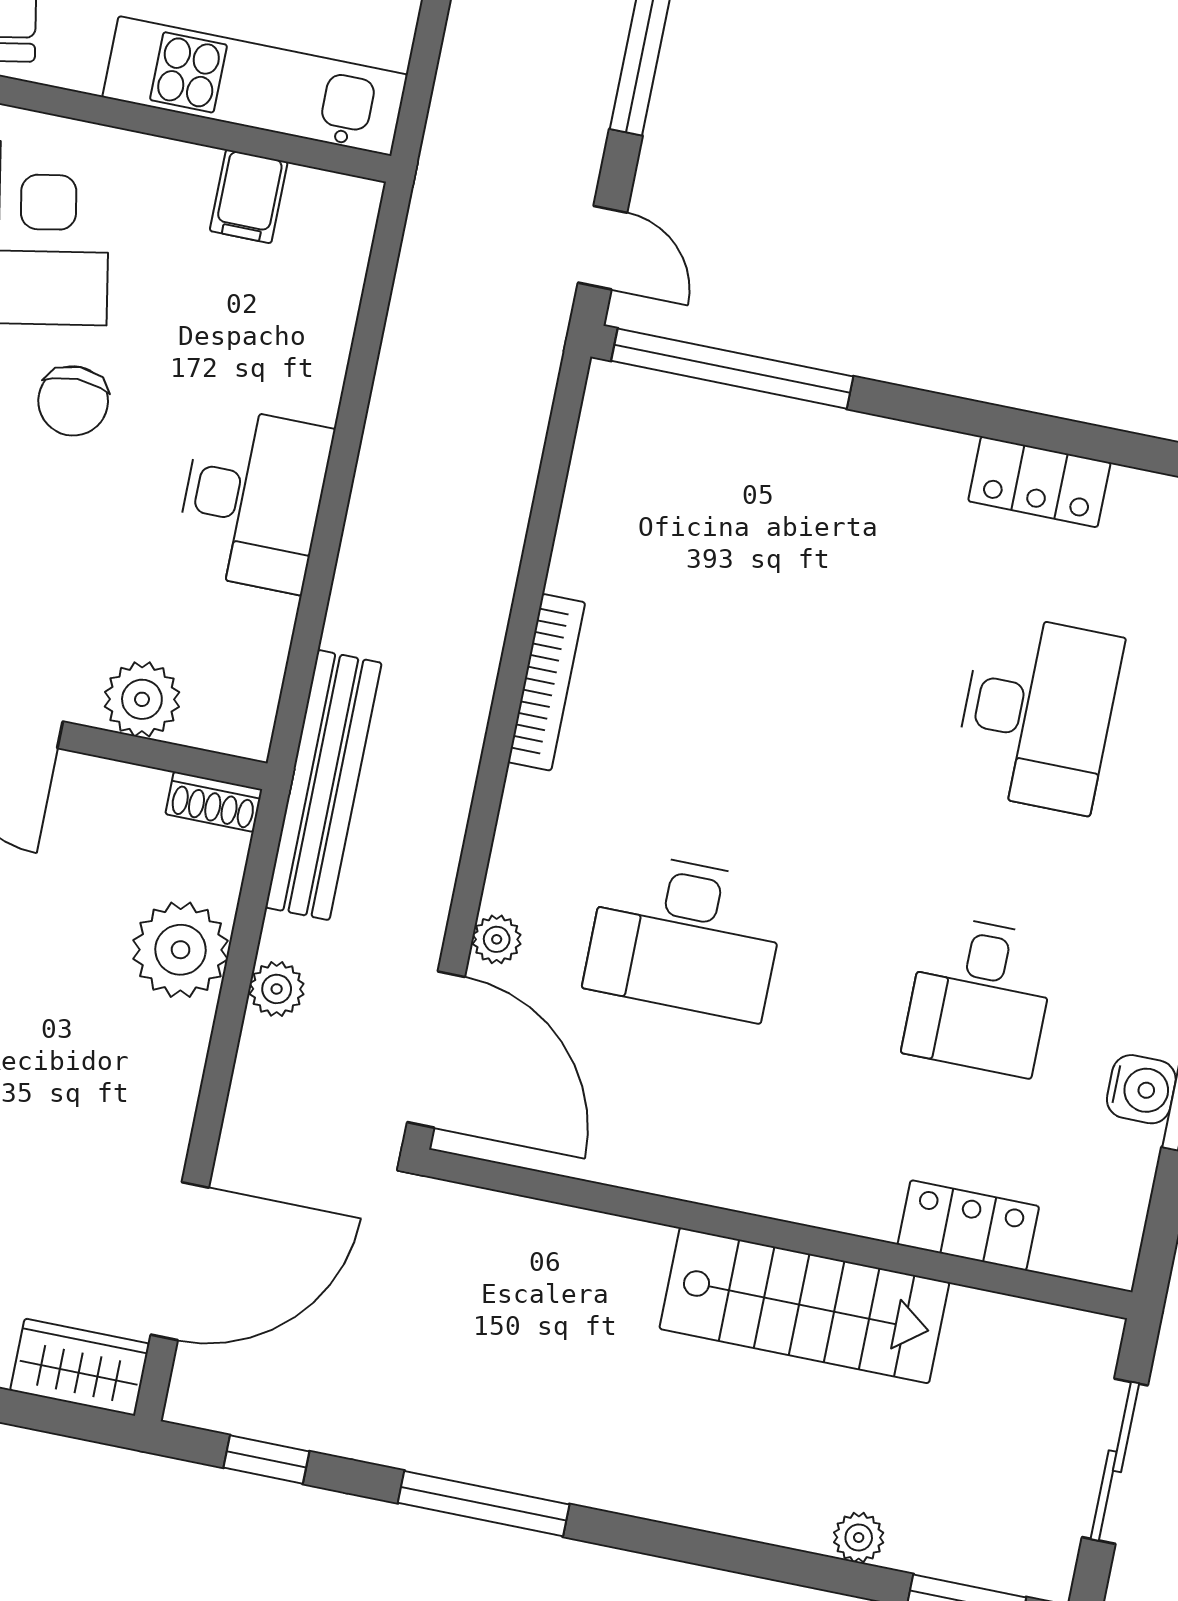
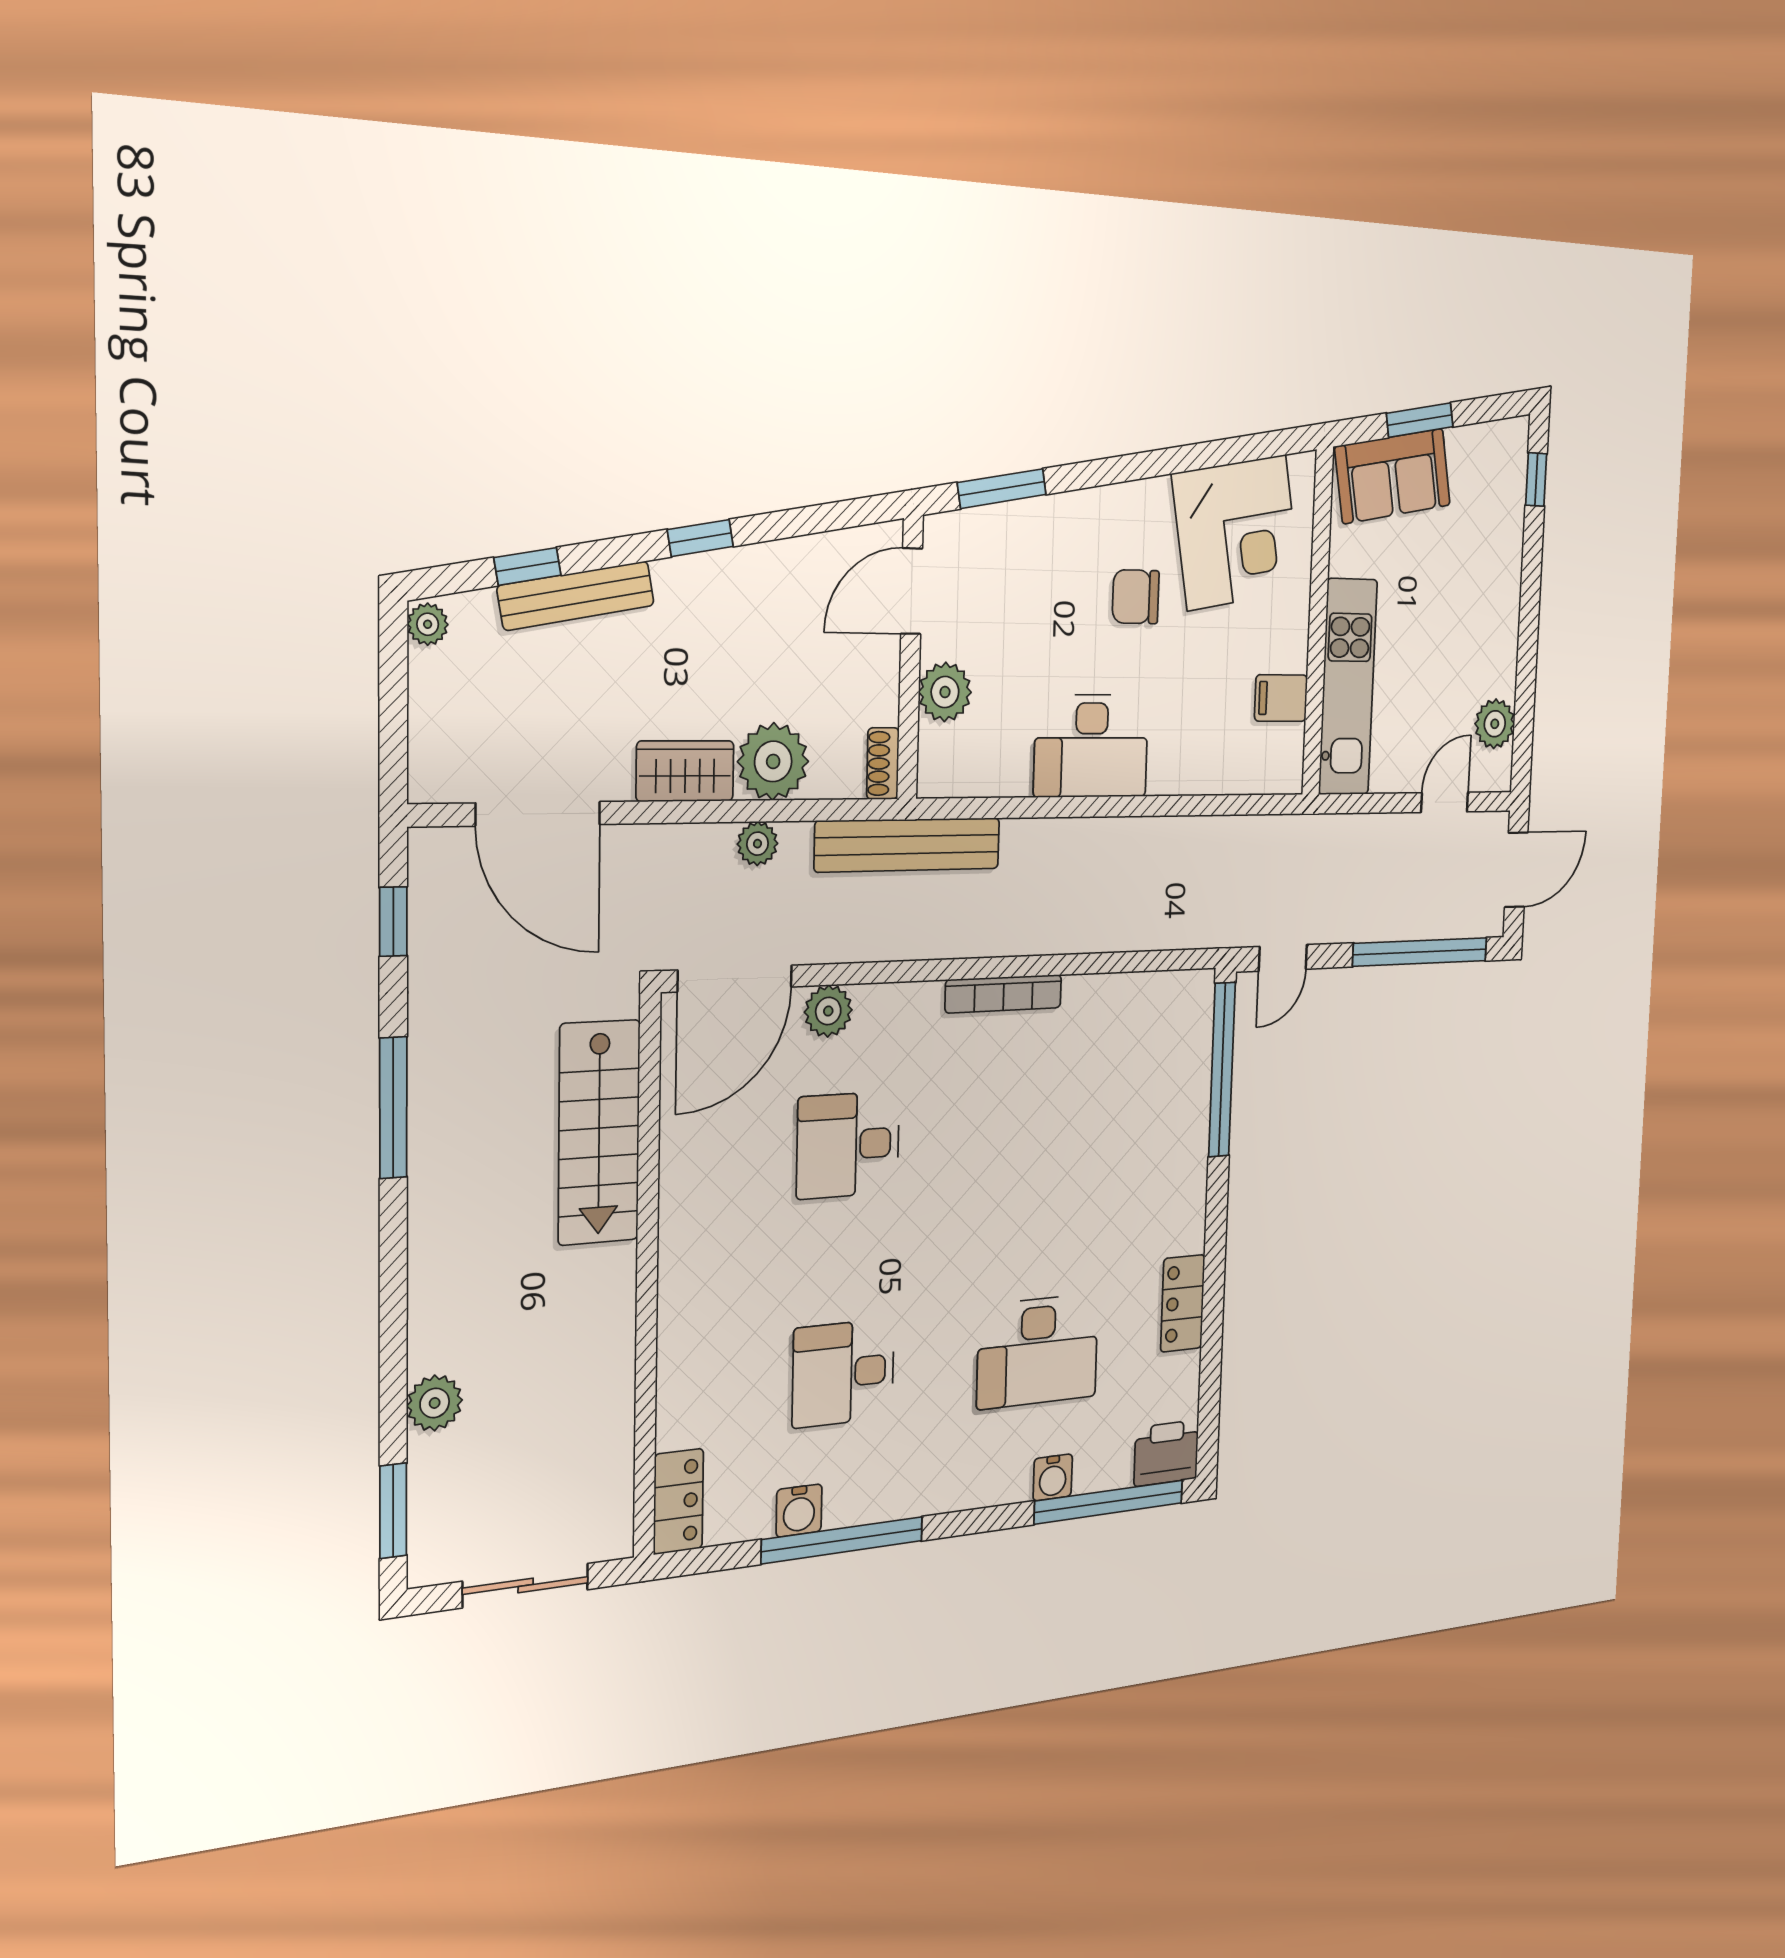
desk: (685, 936) -> (848, 1145), width x0.73
plant: (497, 939) -> (828, 1011), width x1.38, depth x1.38
locker: (968, 1225) -> (678, 1501), moved
stairs: (804, 1305) -> (599, 1132), moved
wardrobe: (80, 1367) -> (685, 771), moved, turned -90
plant: (859, 1537) -> (435, 1403), width x1.38, depth x1.38

